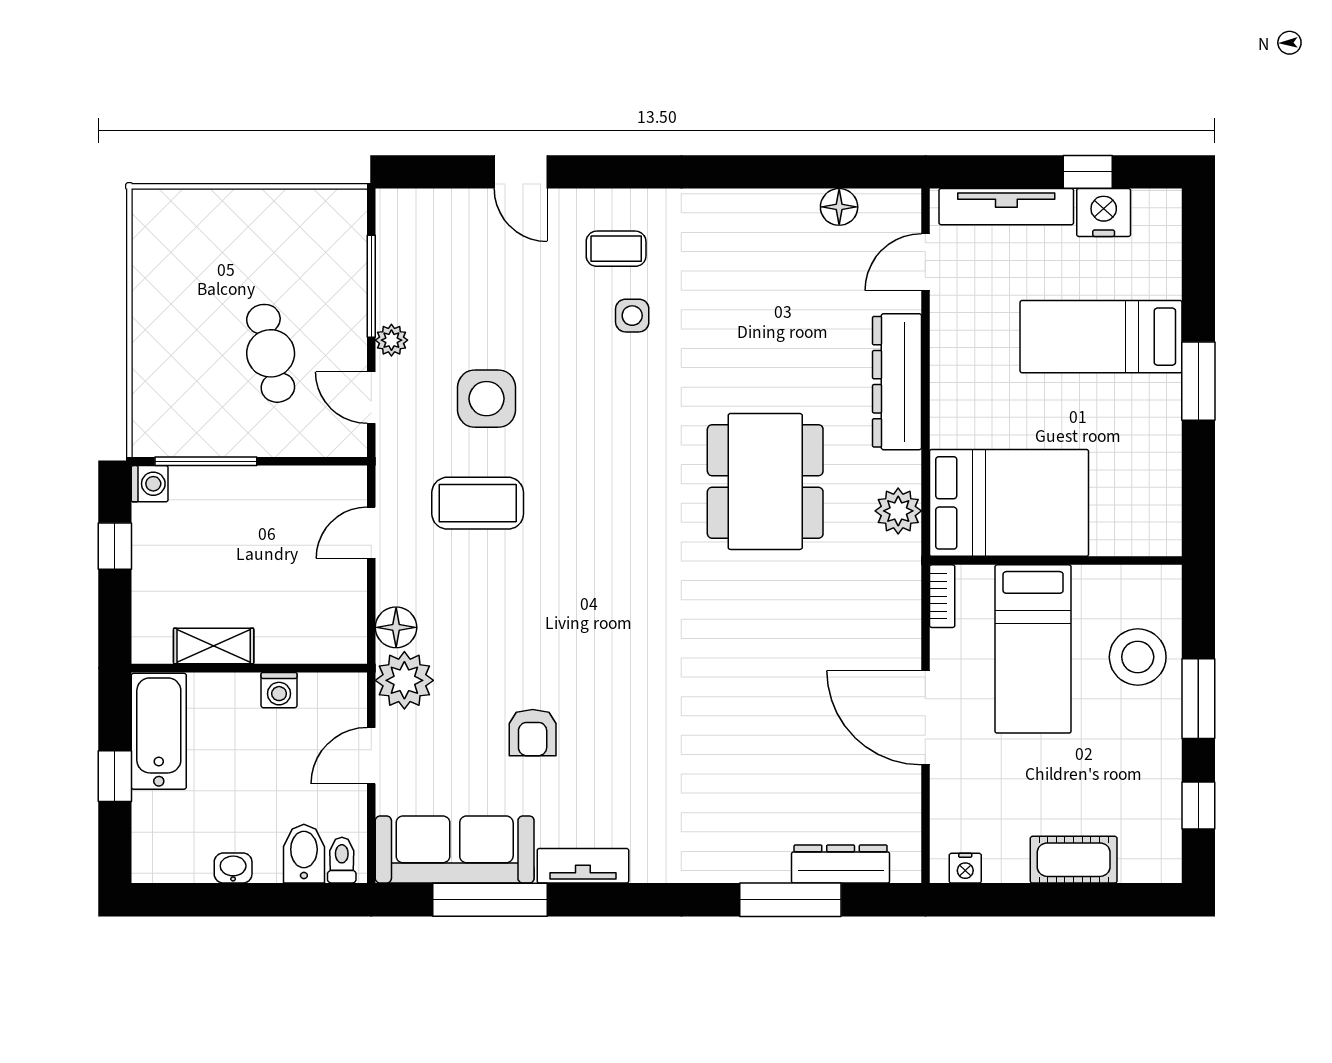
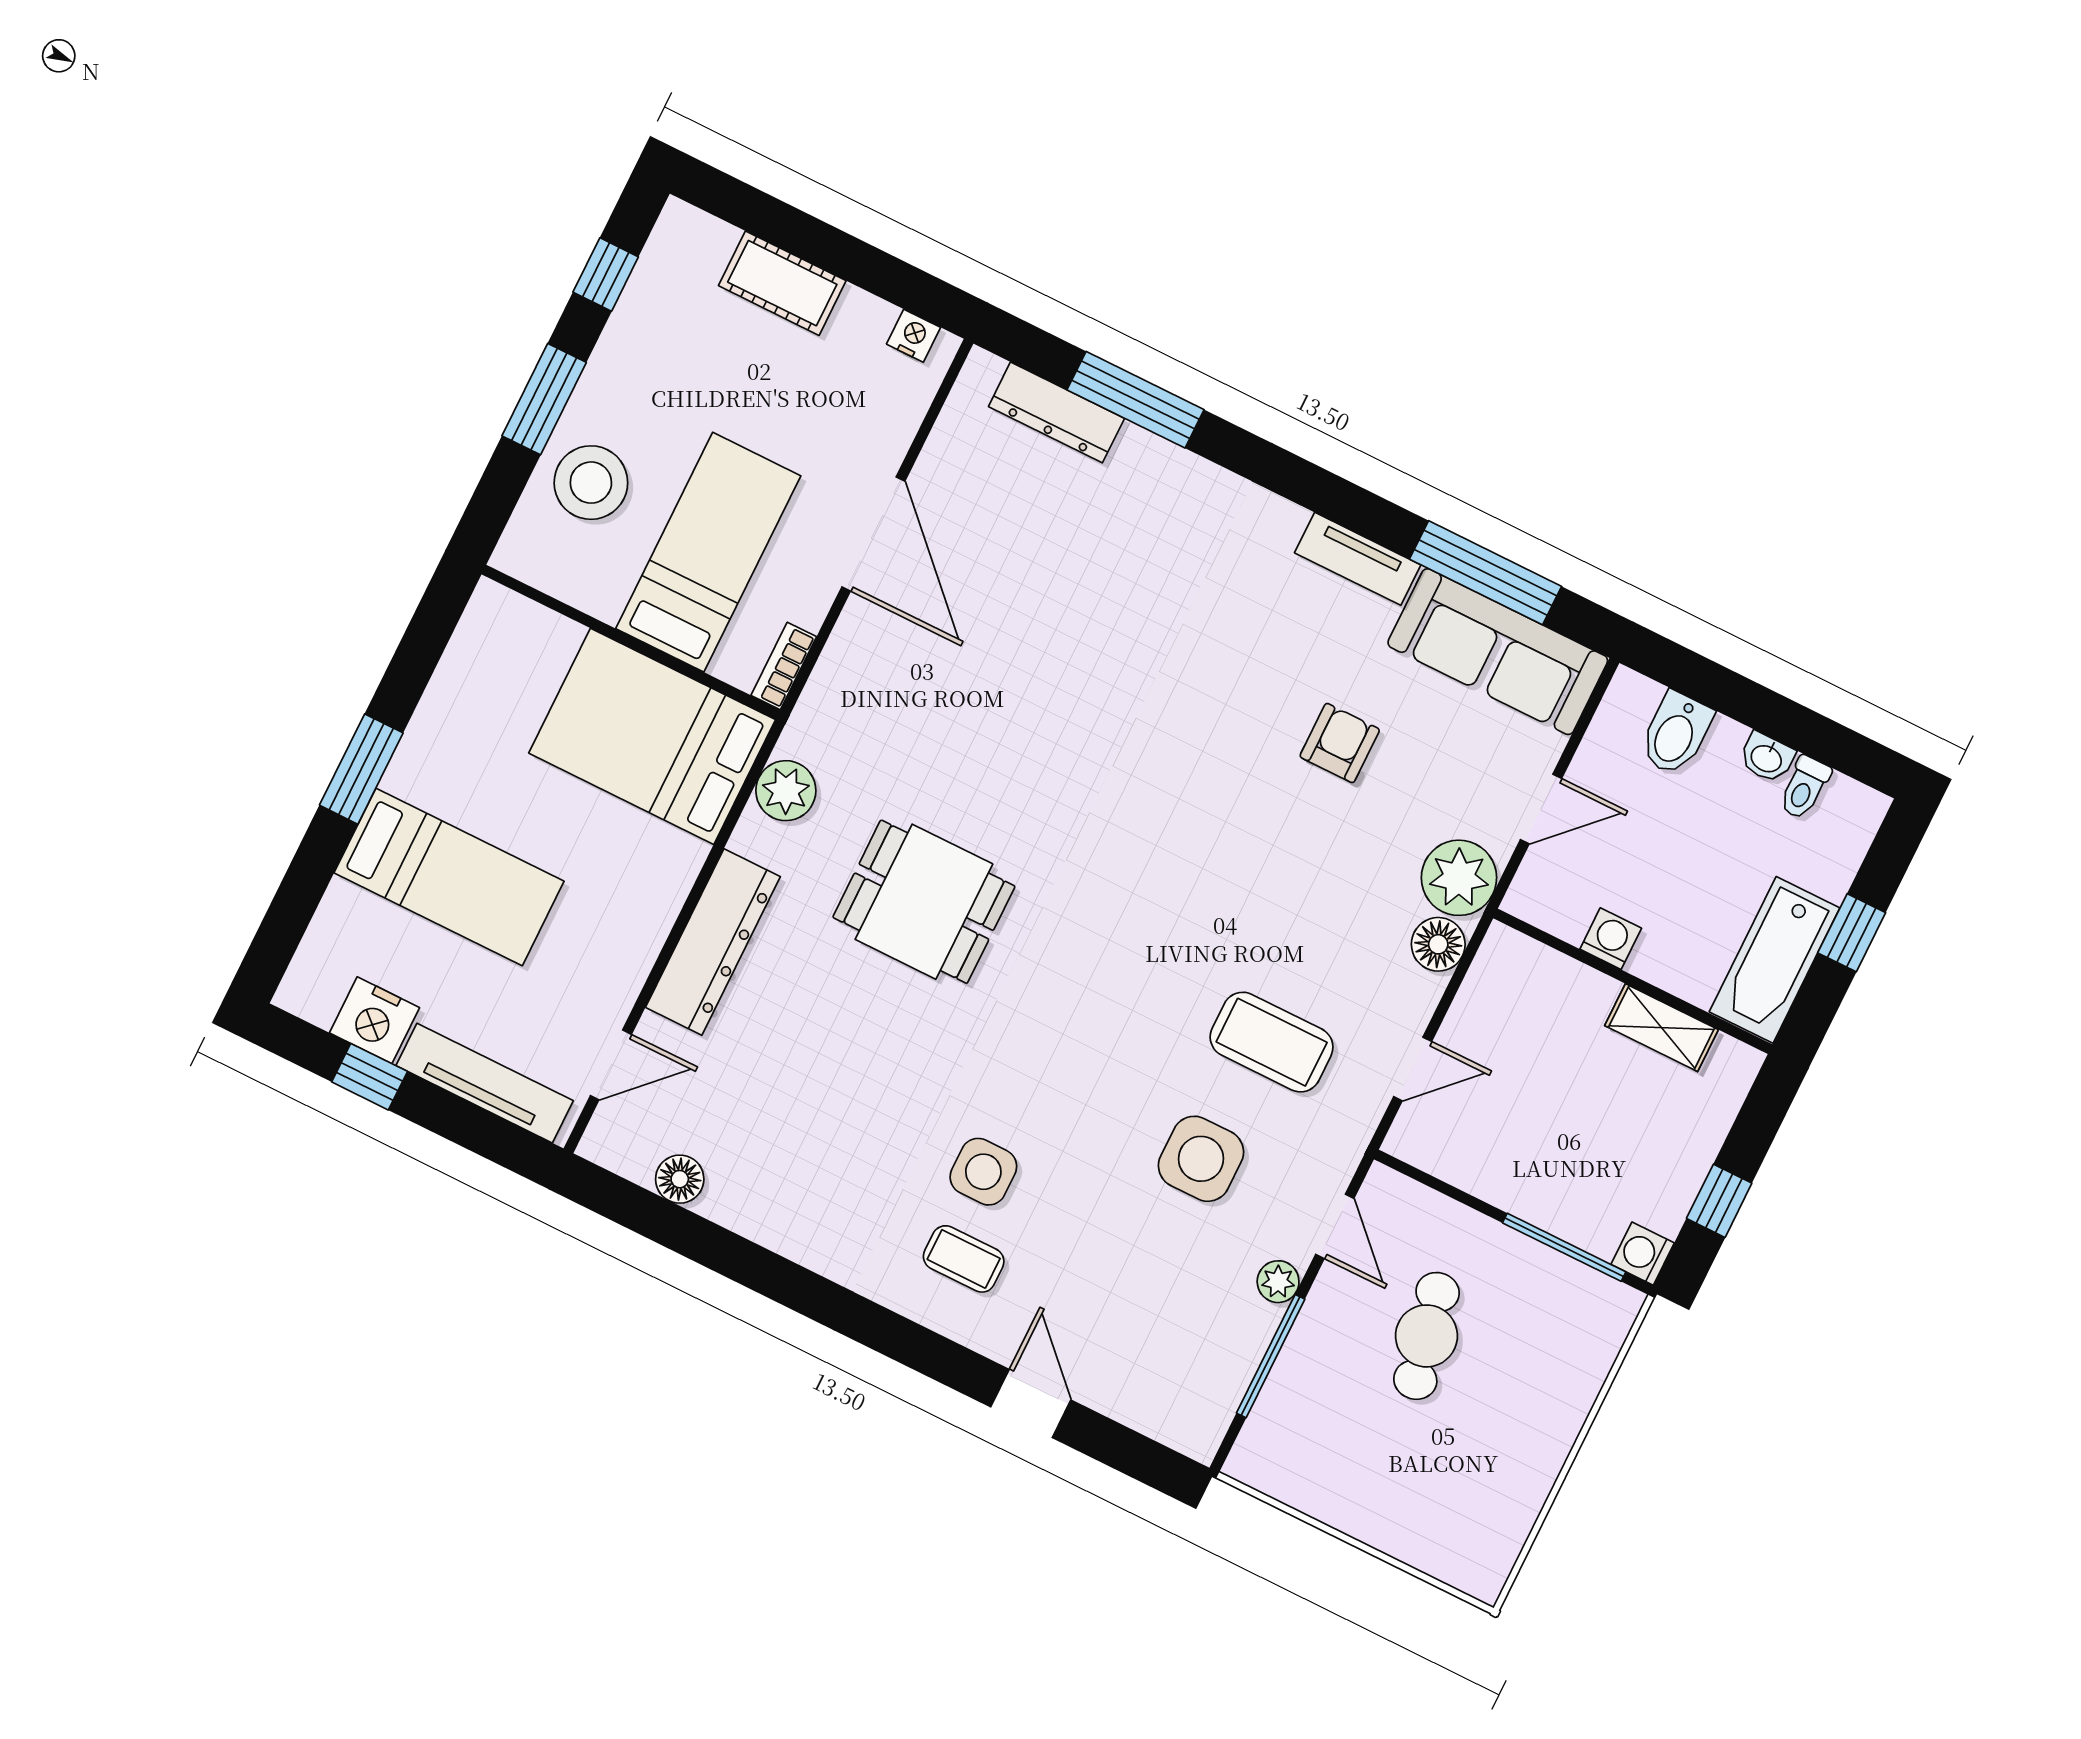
side table: (632, 316) -> (983, 1172), width x1.37, depth x1.37
dining table: (765, 481) -> (924, 902), width x0.73
toilet: (342, 860) -> (1804, 788), moved

